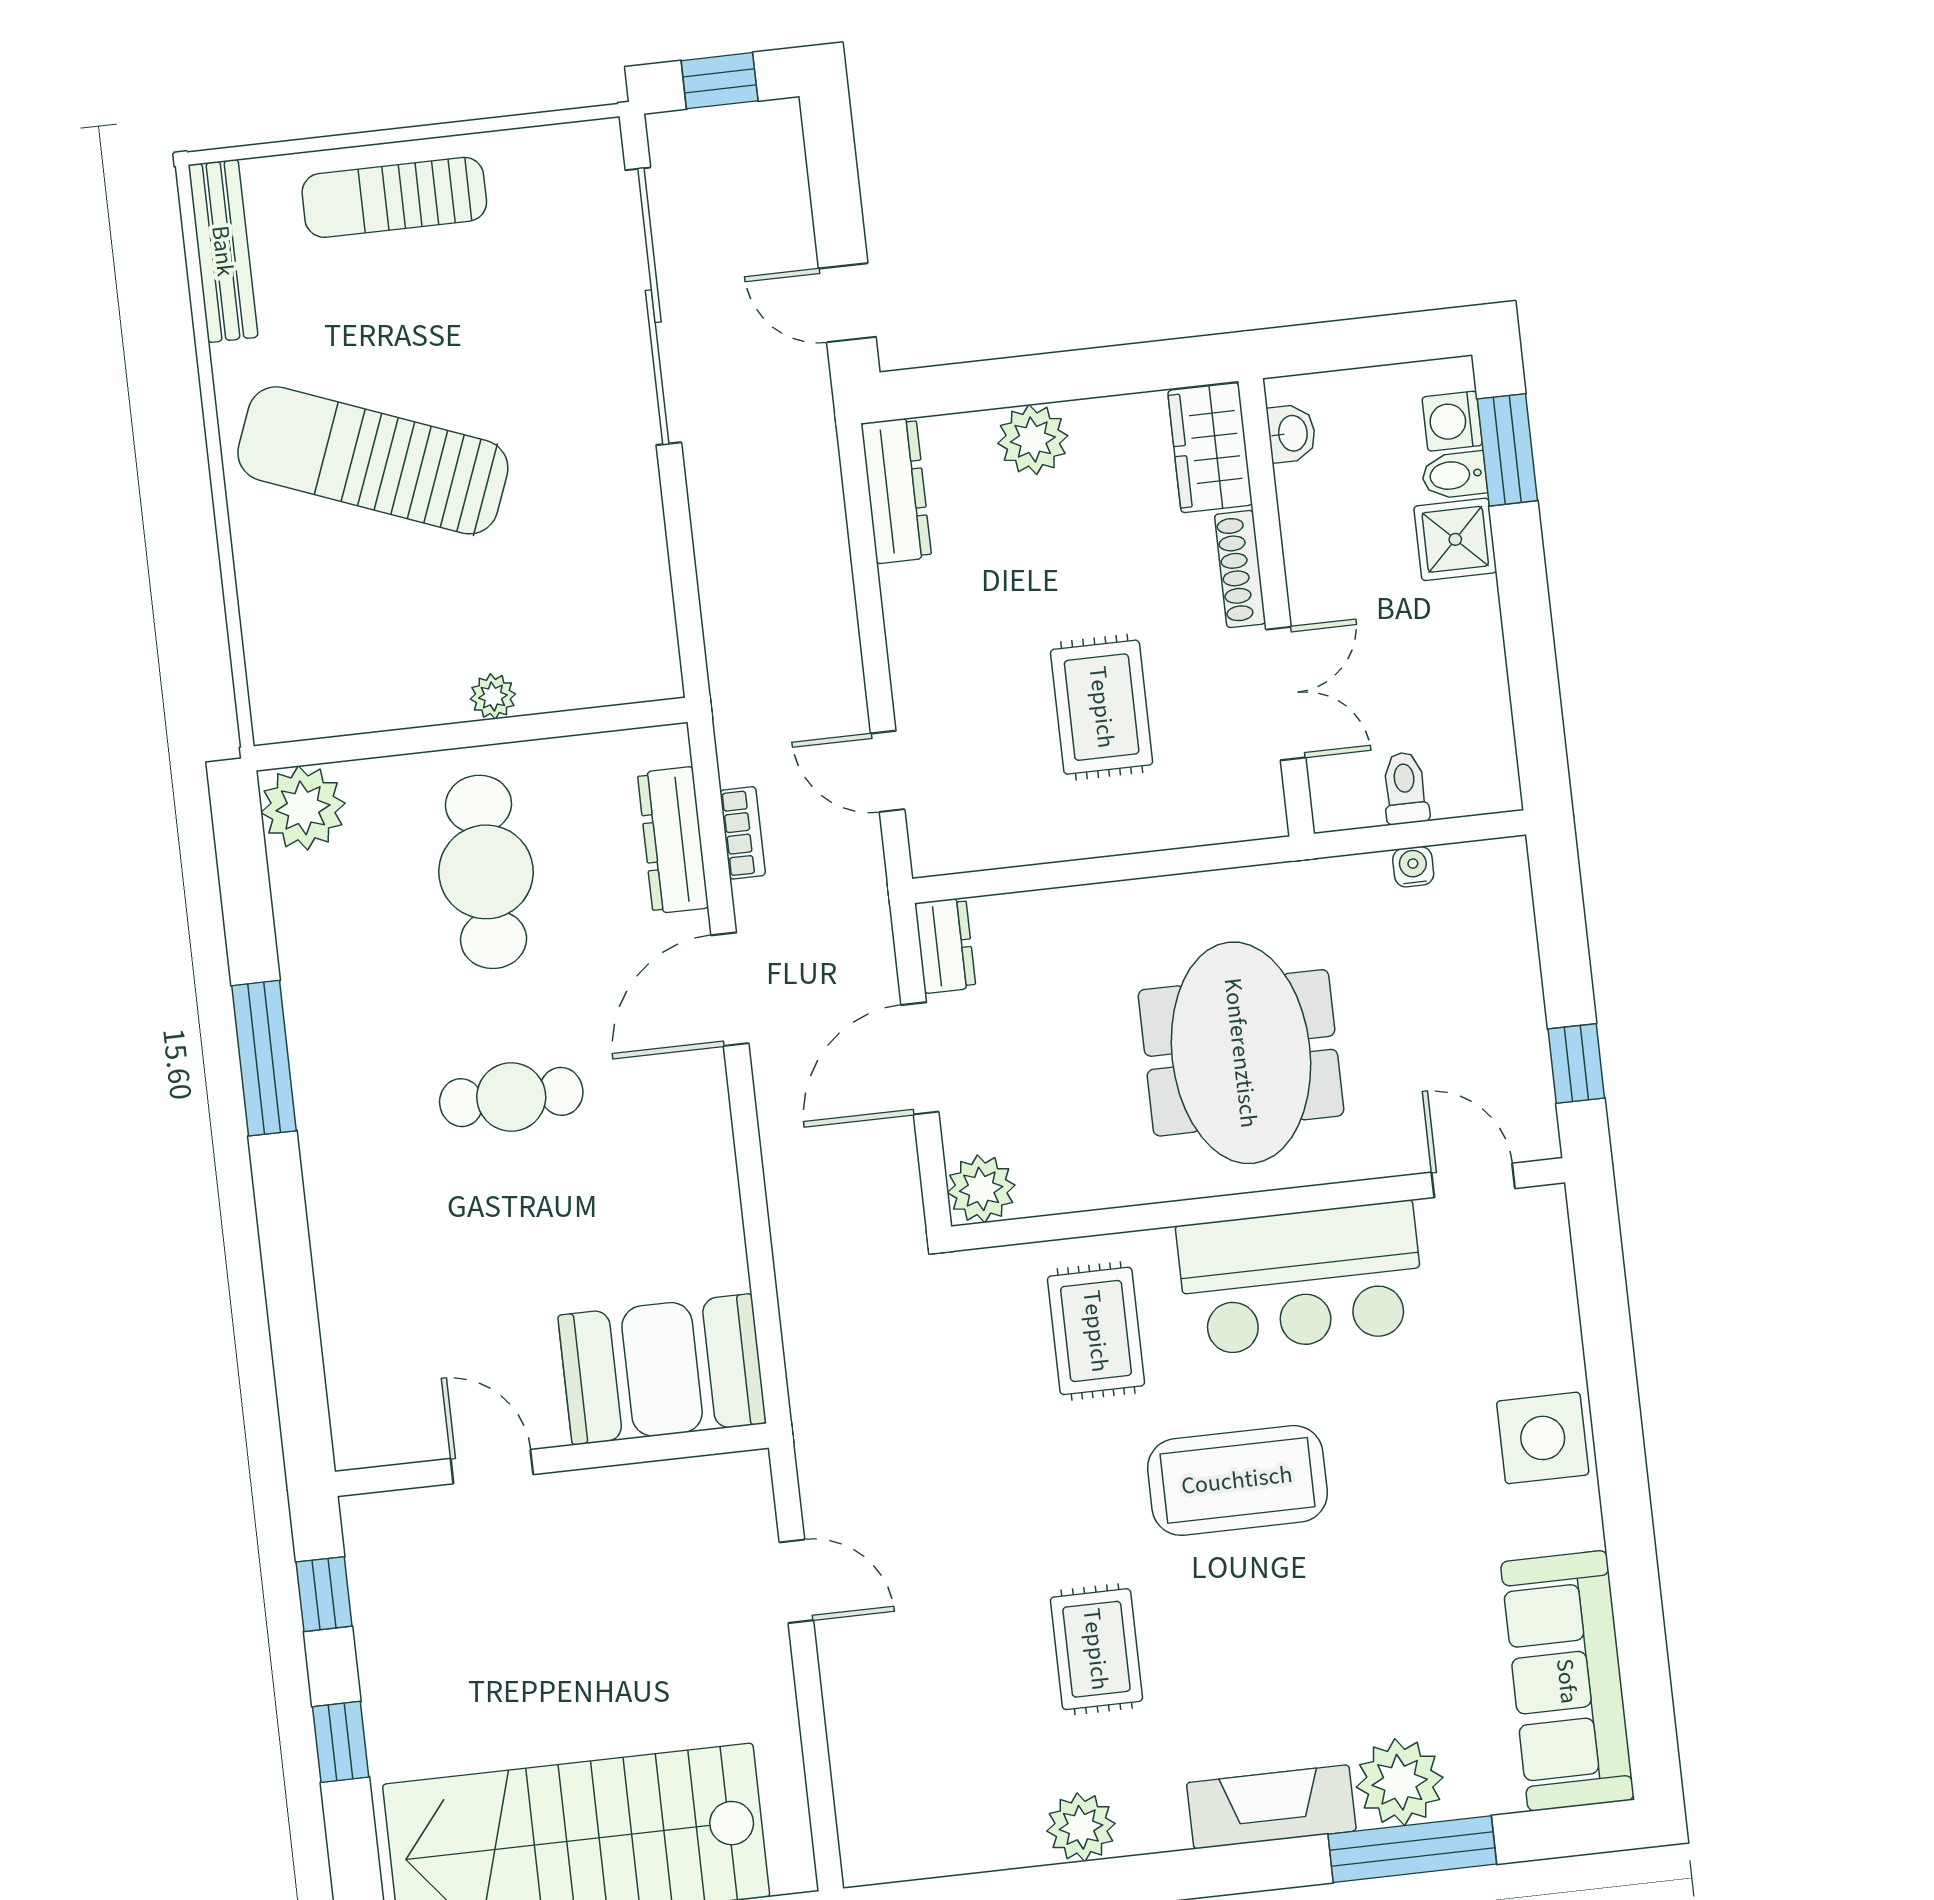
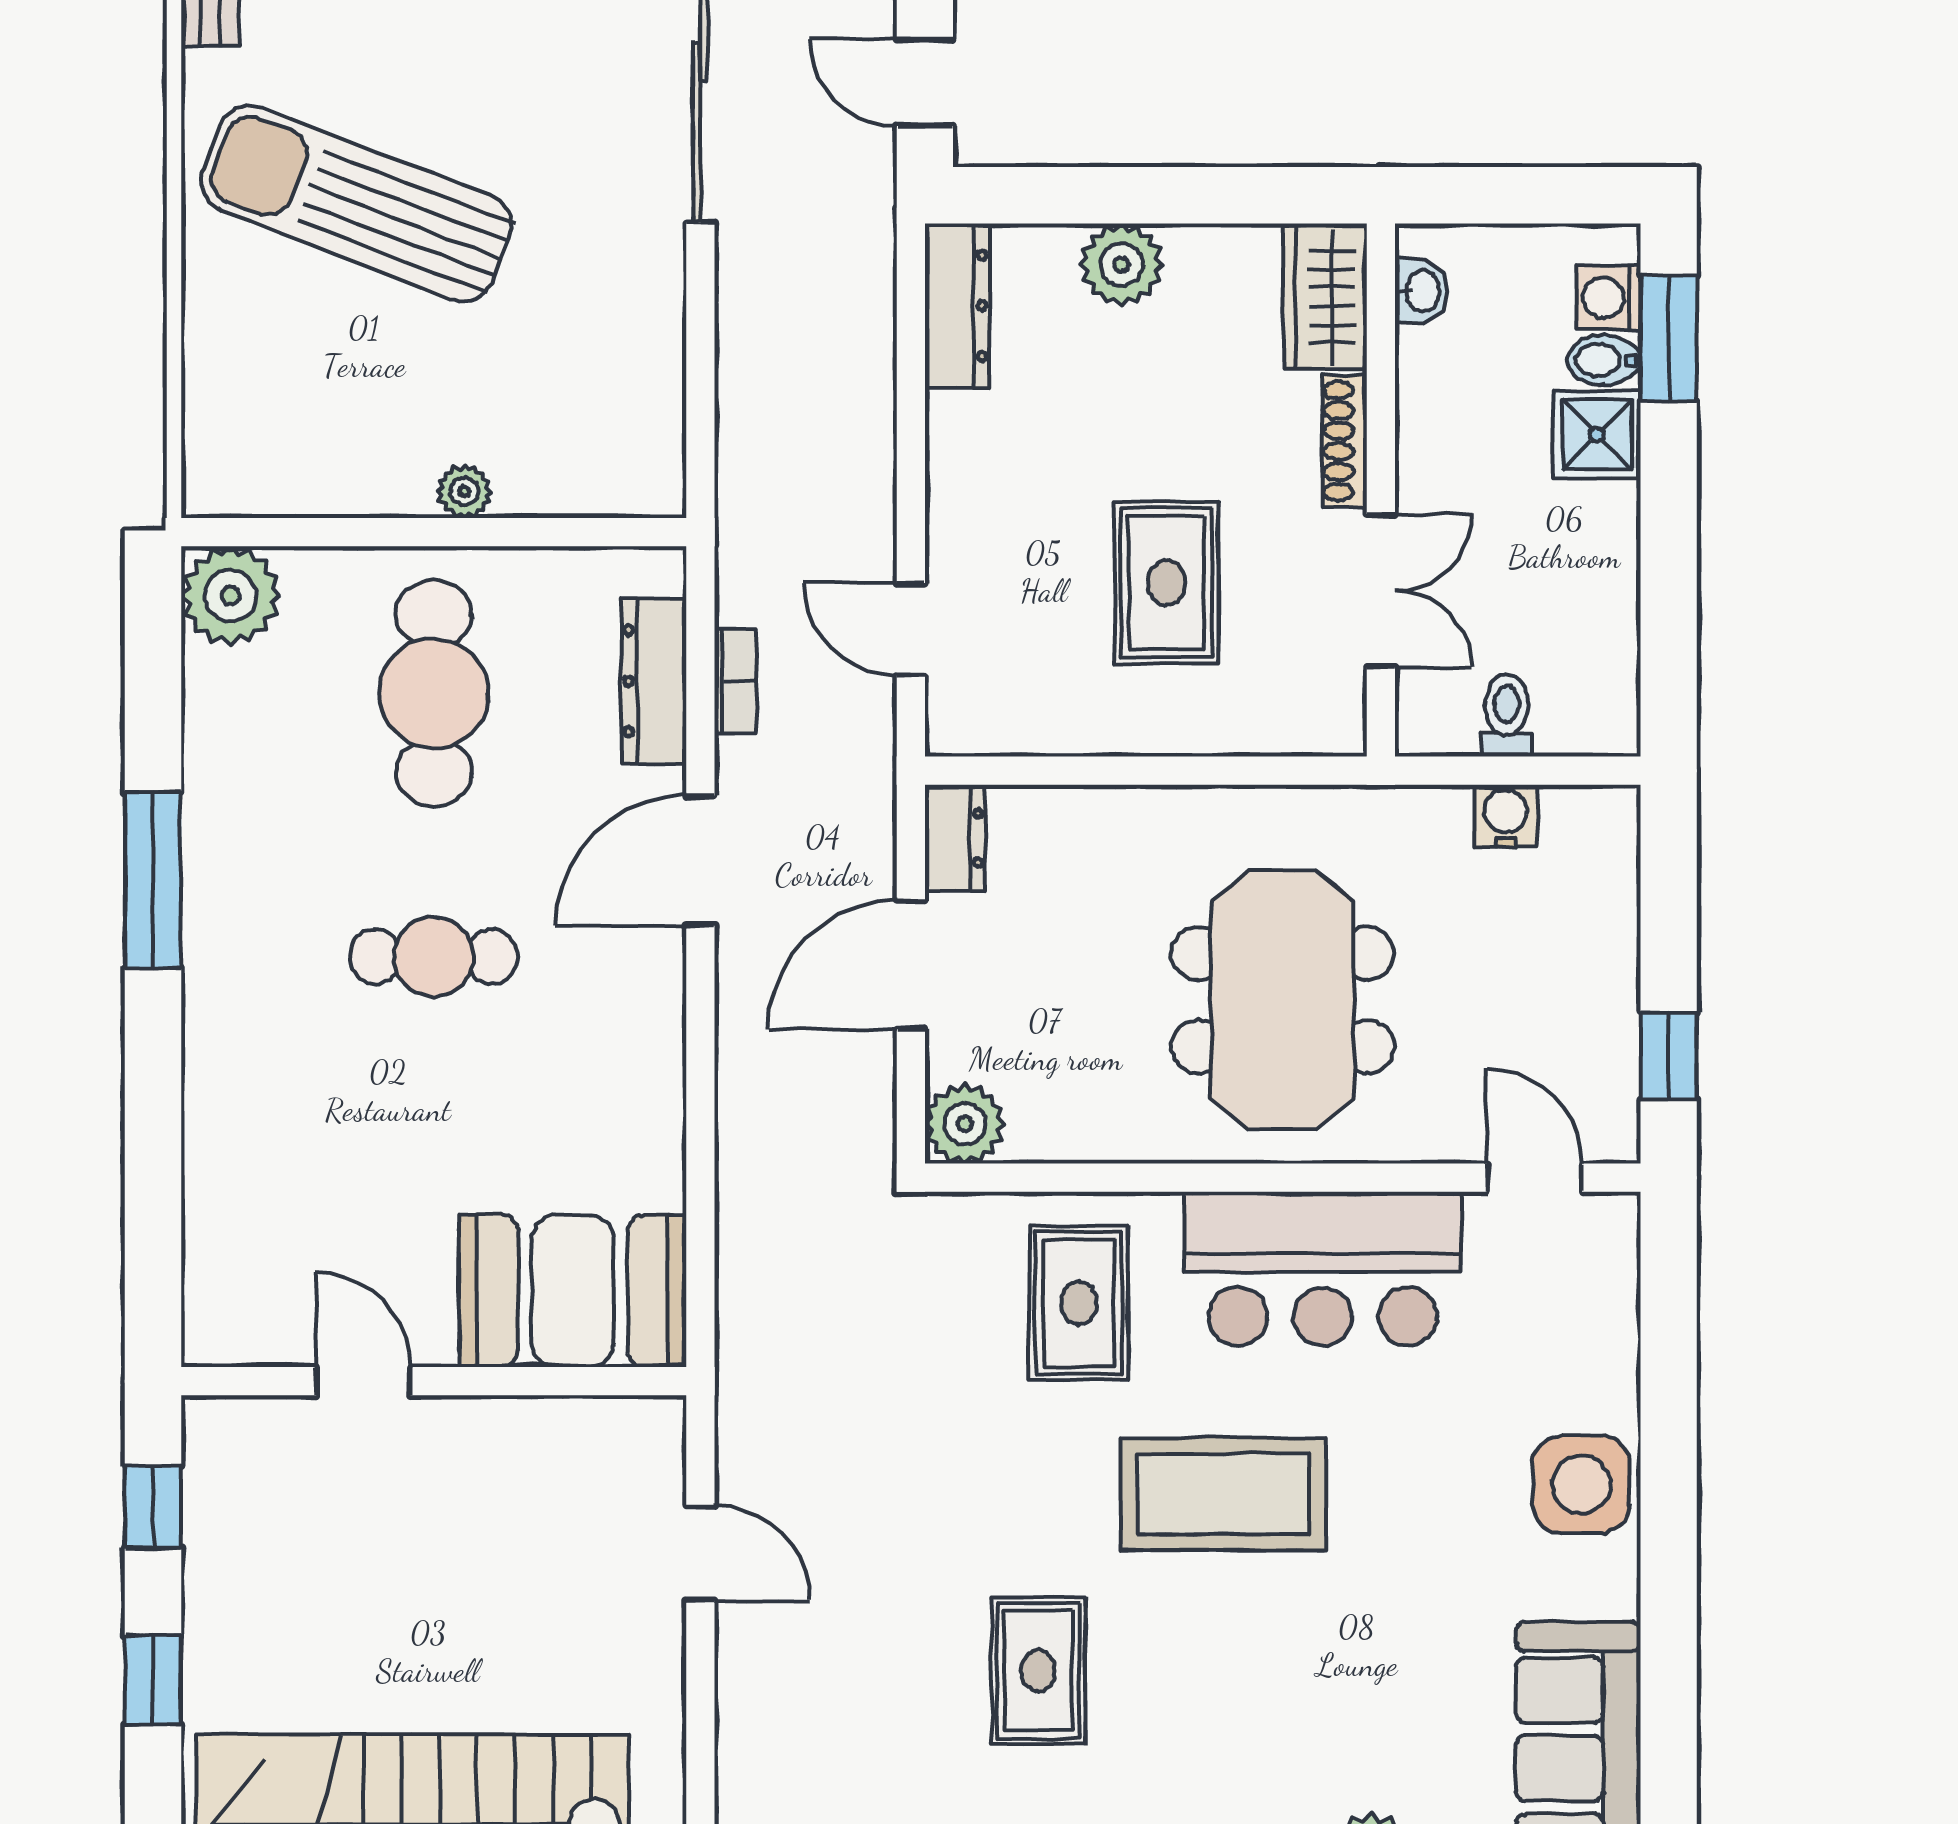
water cooler: (1413, 867) -> (1506, 816), width x1.38, depth x1.38

